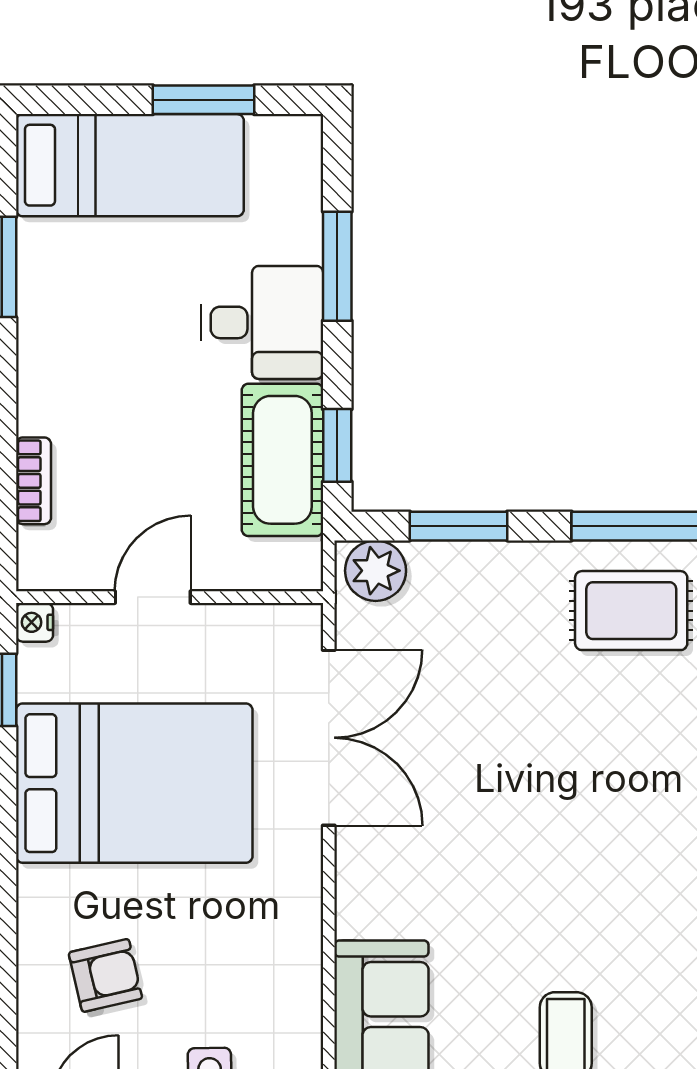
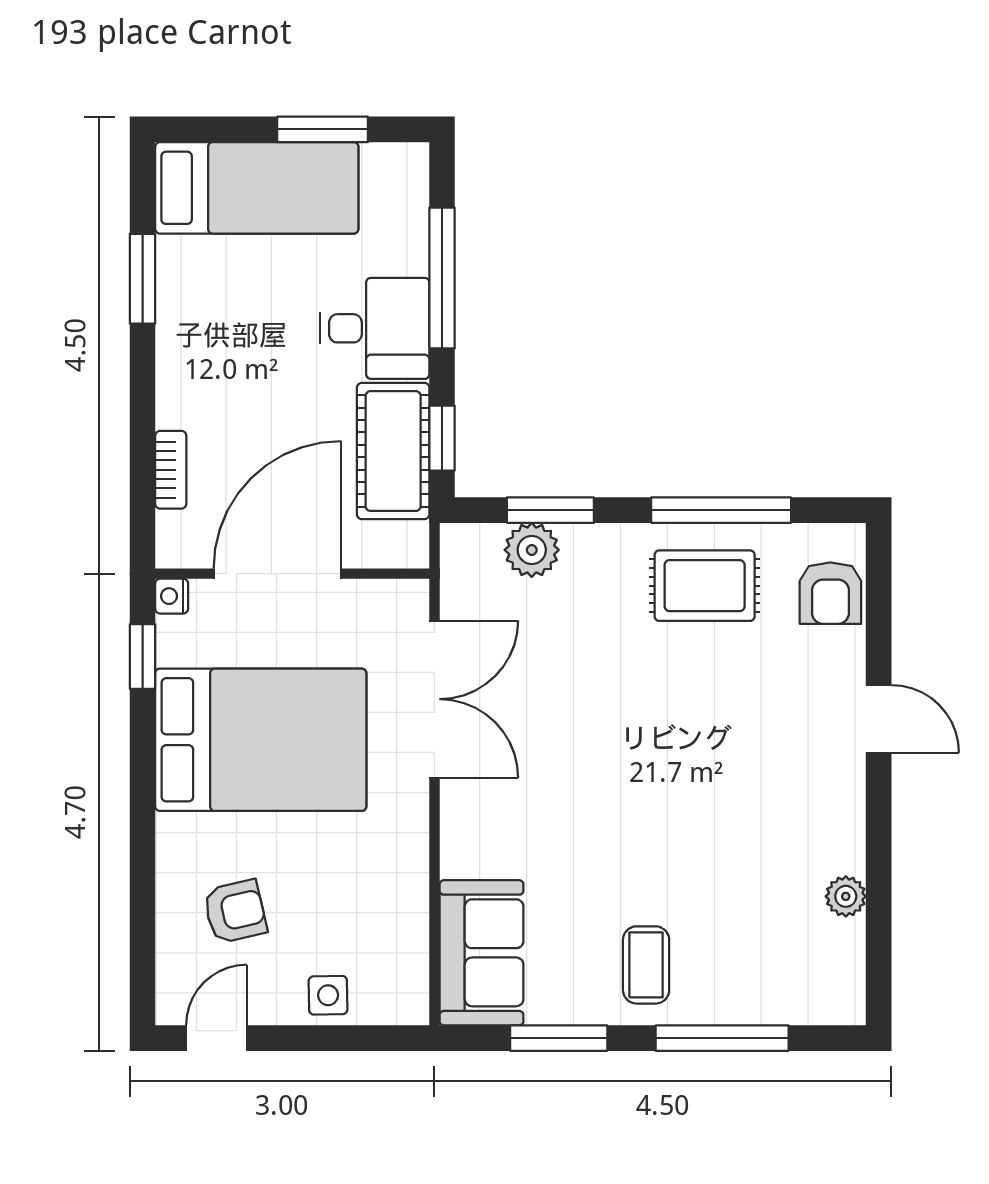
window: (337, 266) -> (442, 278), width x1.44
plant: (376, 571) -> (532, 550), moved
door: (153, 597) -> (277, 574), width x1.88

